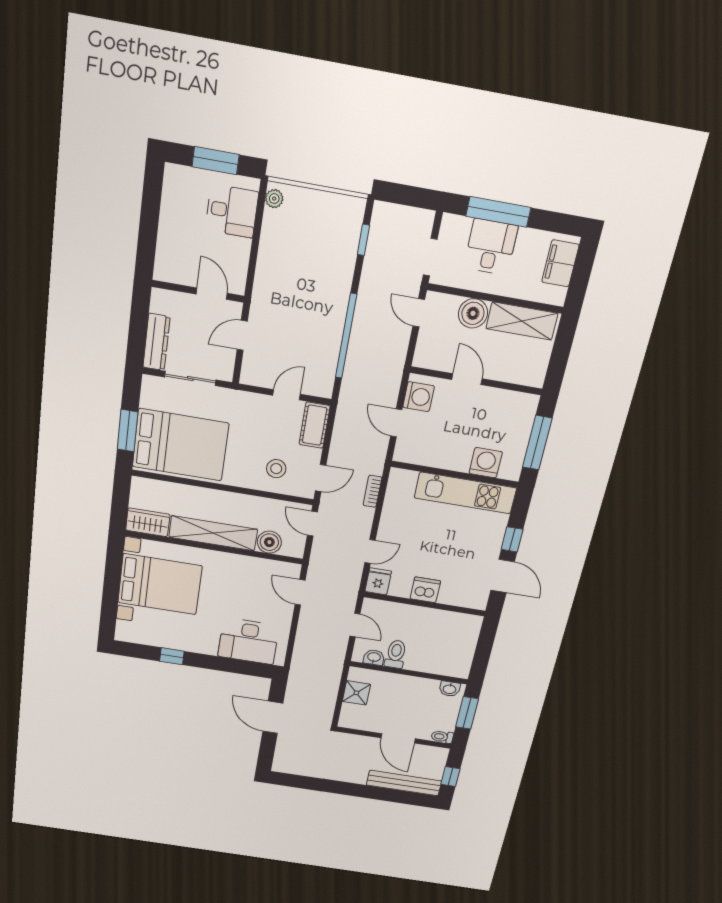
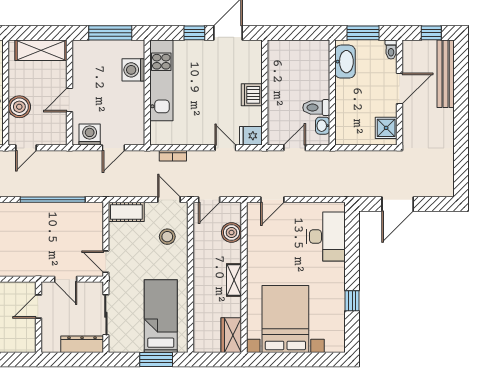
shelving: (522, 321) -> (41, 50), moved, turned 90
door: (286, 395) -> (106, 262), moved
bed: (180, 445) -> (161, 316), width x0.67
shelving: (213, 533) -> (234, 280), width x0.45, depth x0.75
washbasin: (450, 689) -> (345, 62), width x1.91, depth x1.45
shower: (356, 693) -> (386, 128), moved

